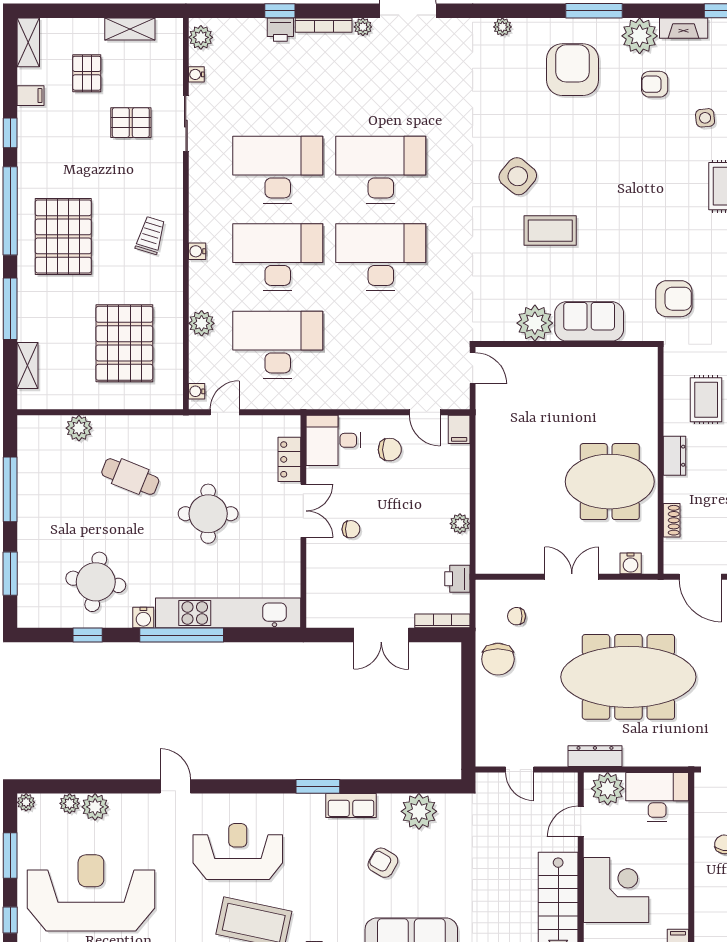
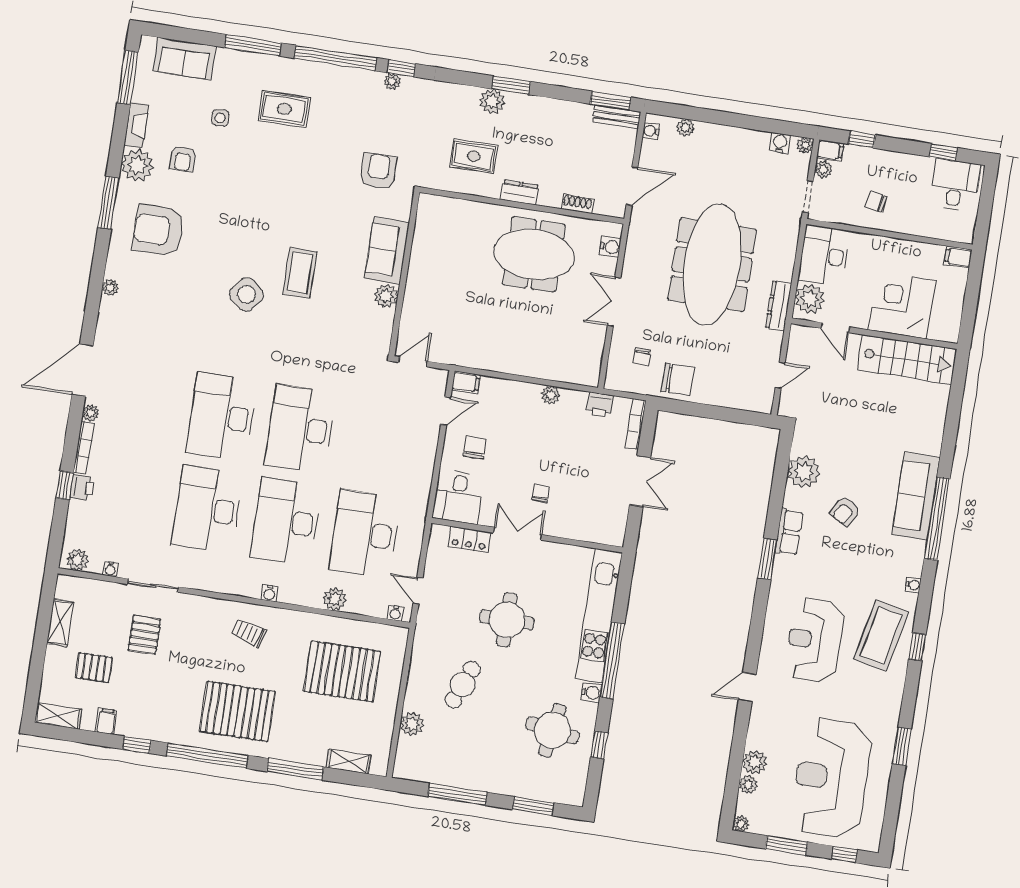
plant: (535, 323) -> (386, 296), width x0.73, depth x0.73
meeting table: (610, 482) -> (534, 254), turned 90

